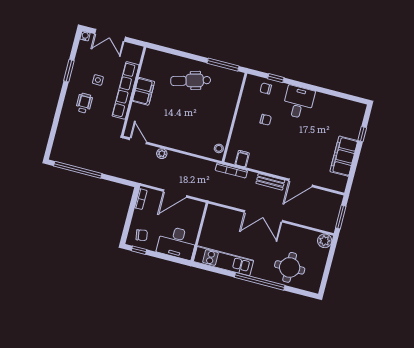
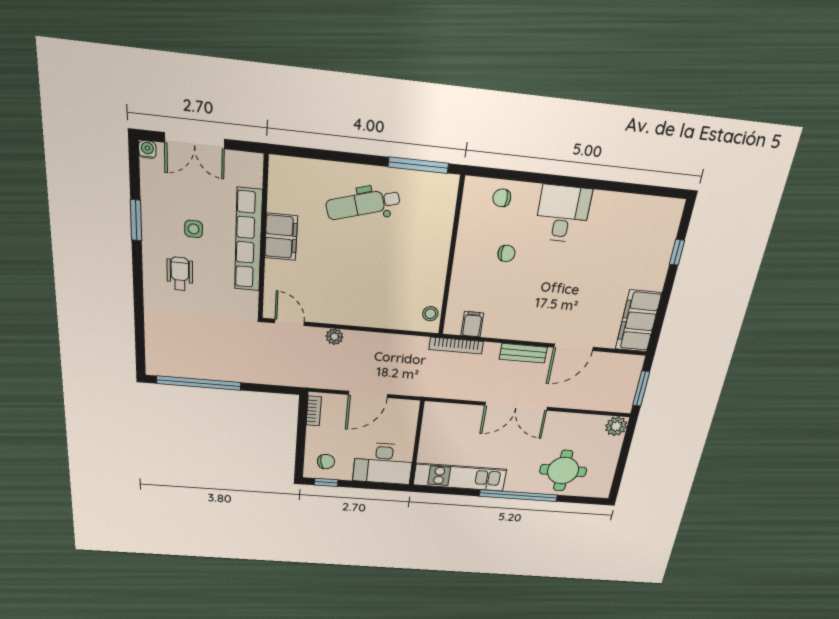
window: (276, 78) -> (519, 176), removed
filing cabinet: (344, 156) -> (638, 321), moved

